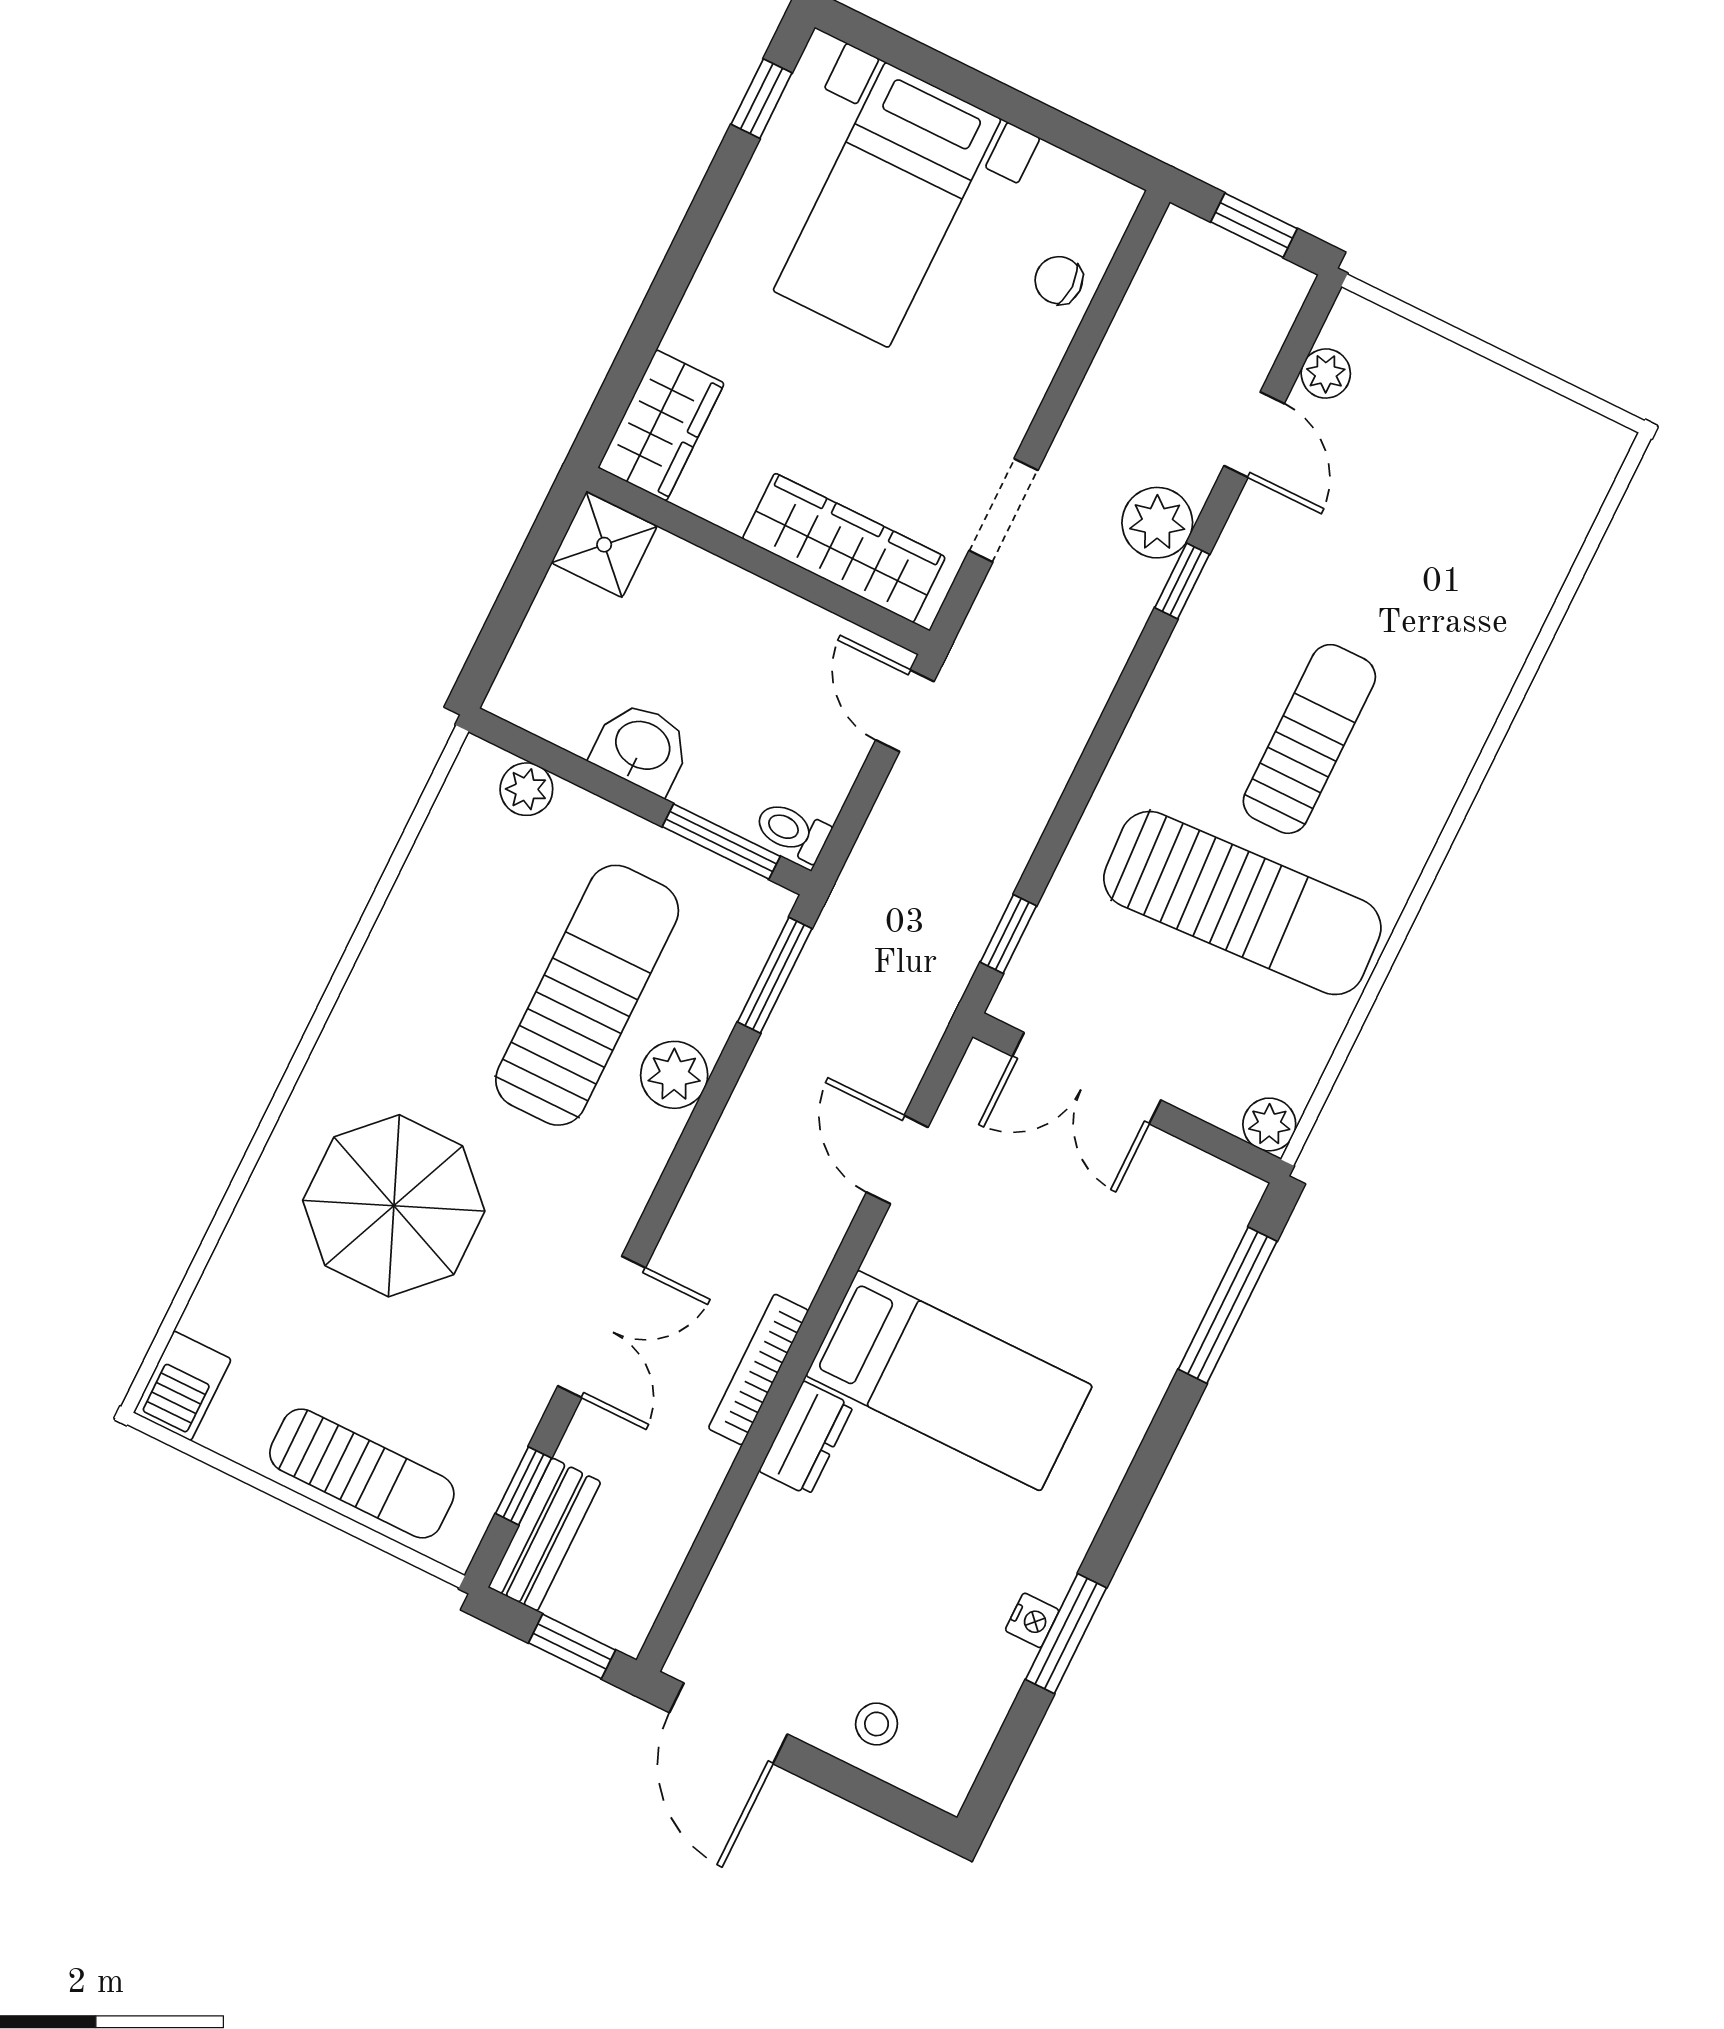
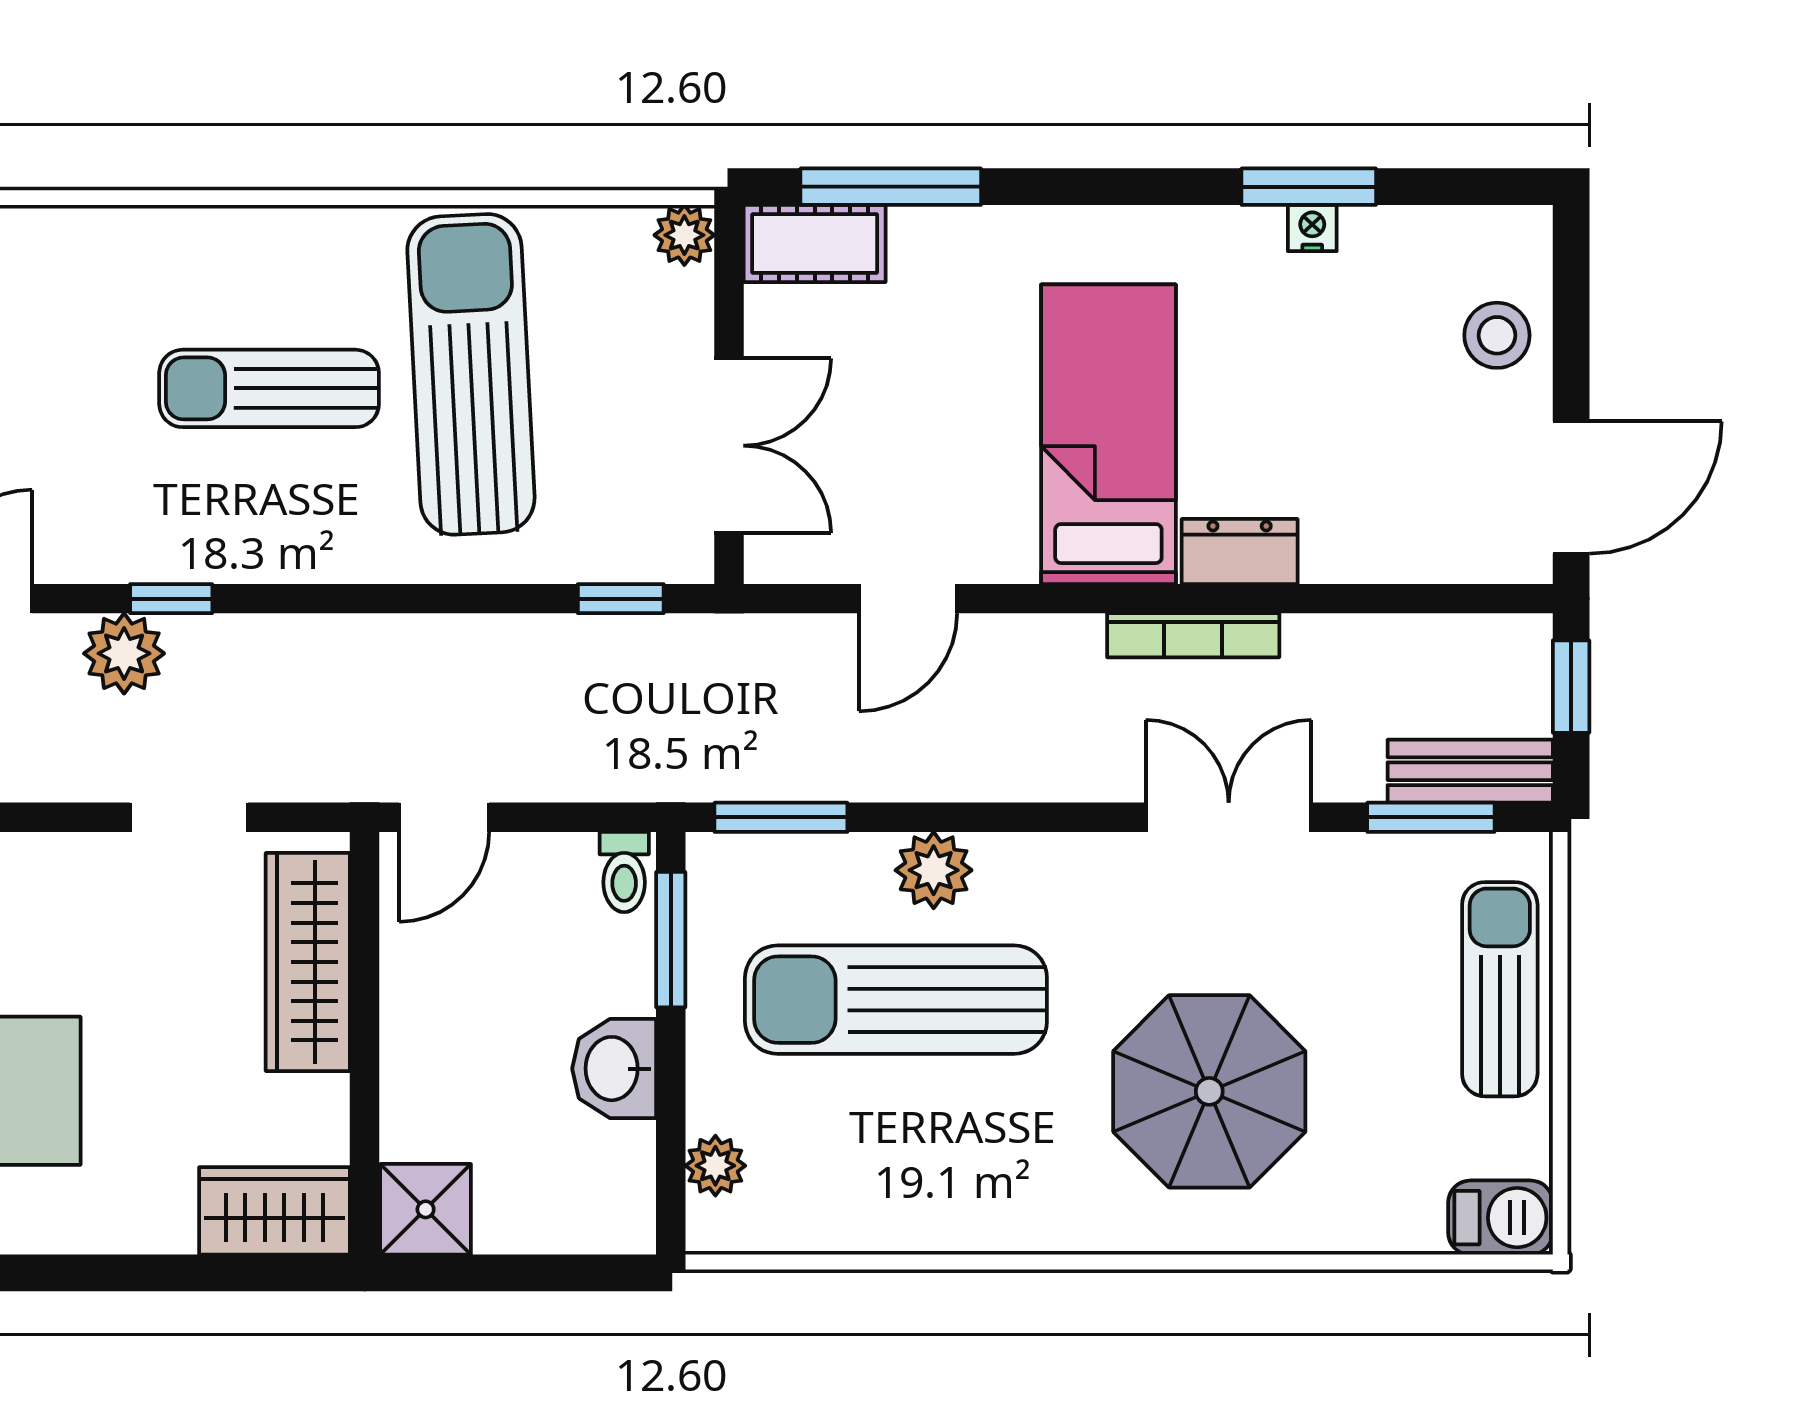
cot: (1212, 1223) -> (815, 244), added
window: (523, 1486) -> (1431, 817), width x1.50
stool: (877, 1724) -> (1497, 335), width x1.37, depth x1.37

